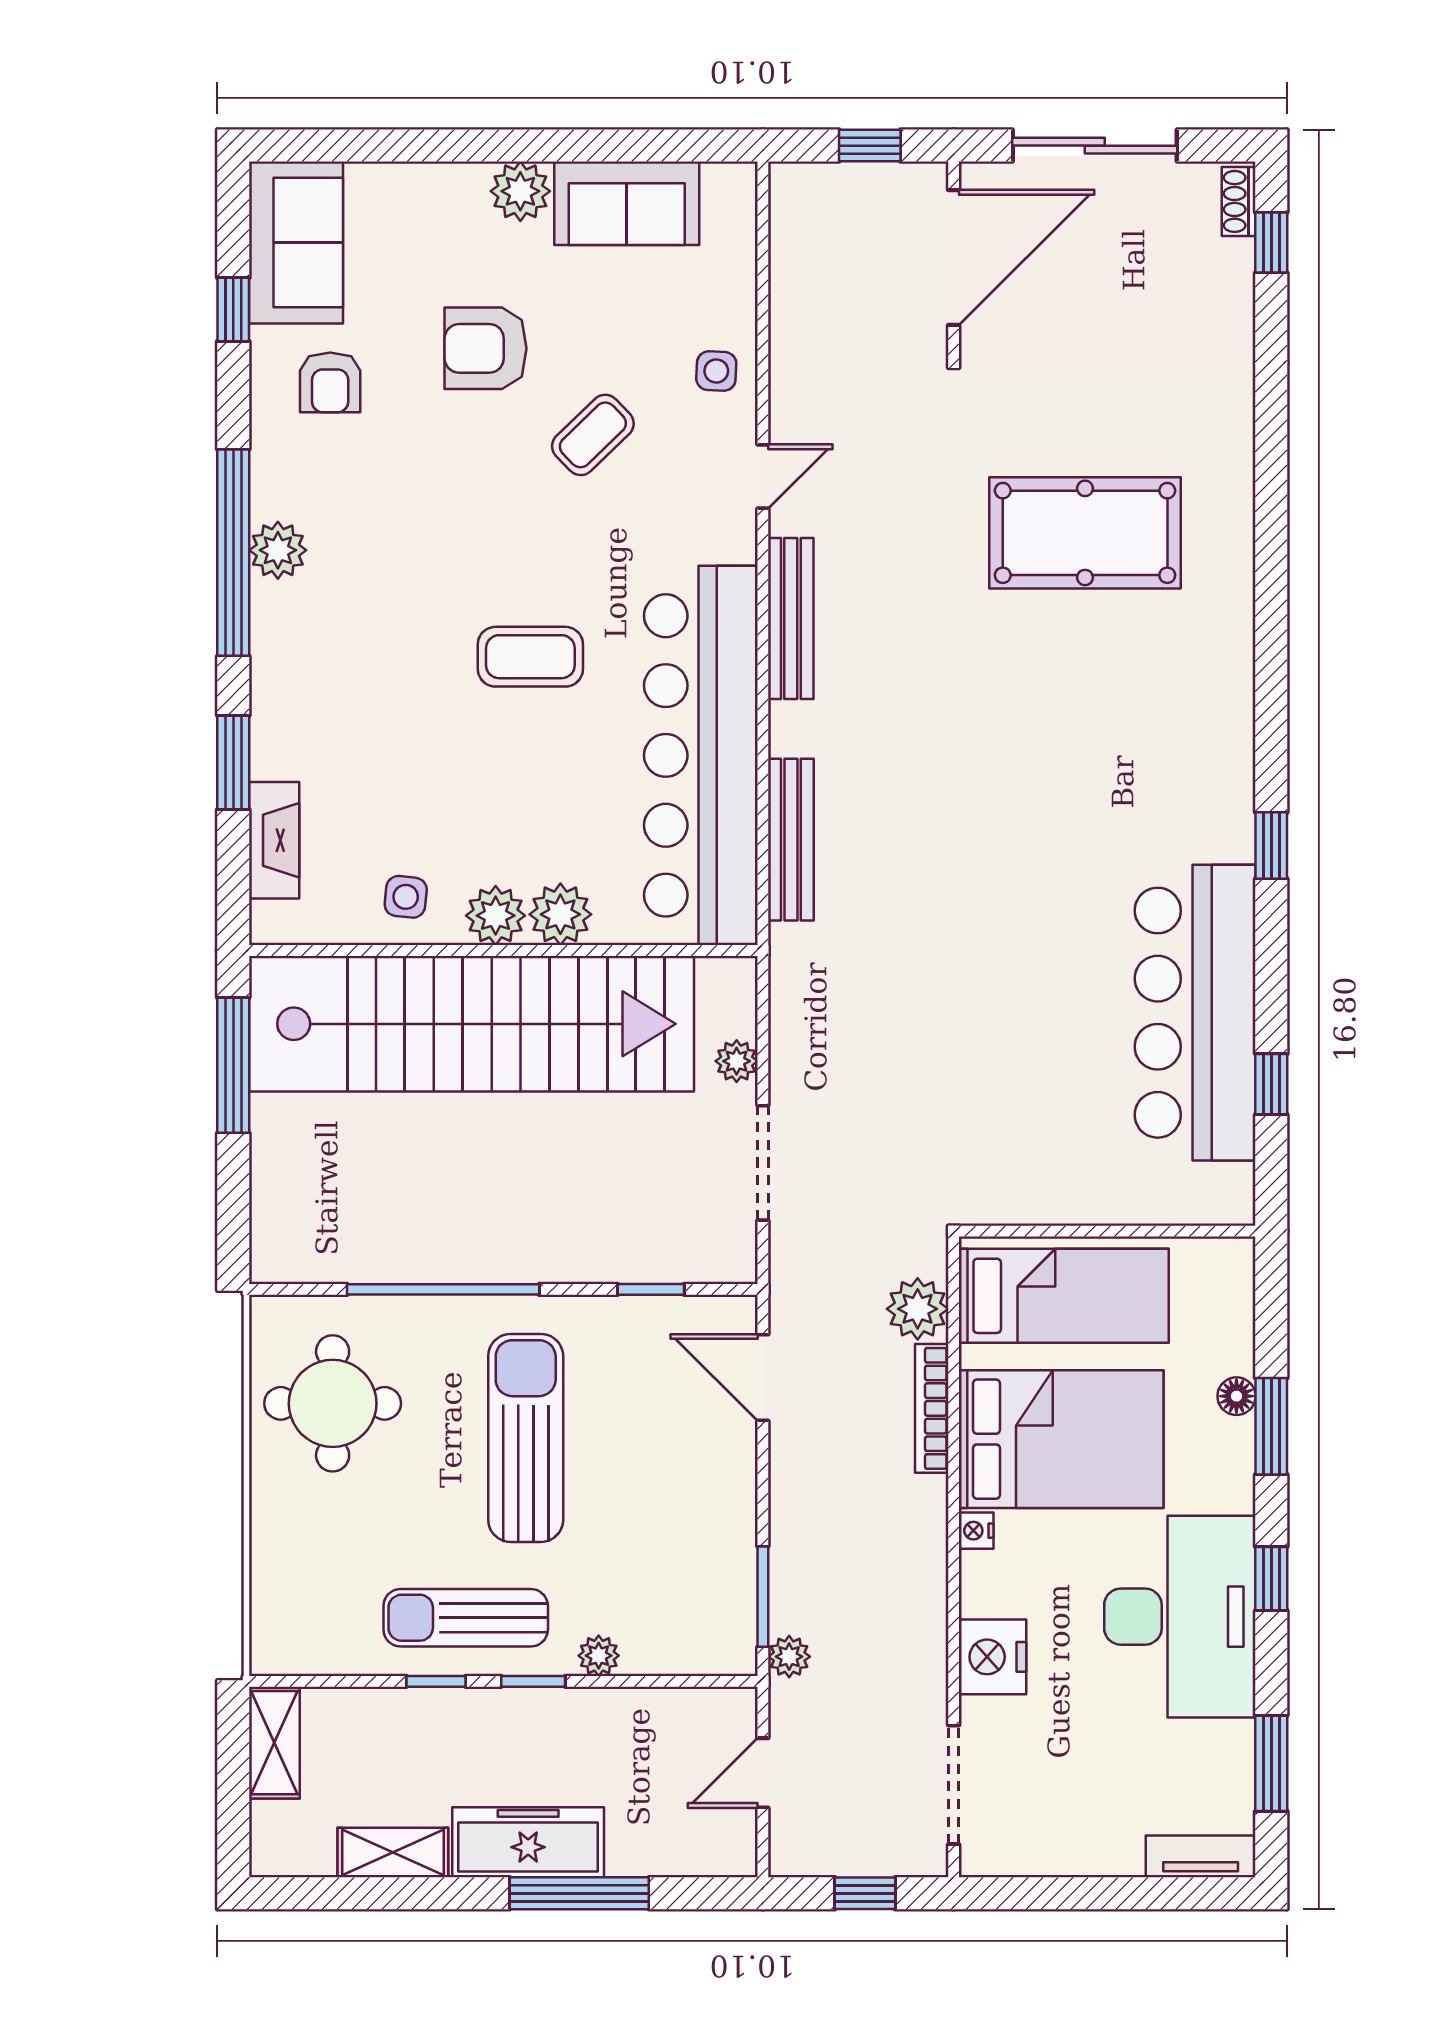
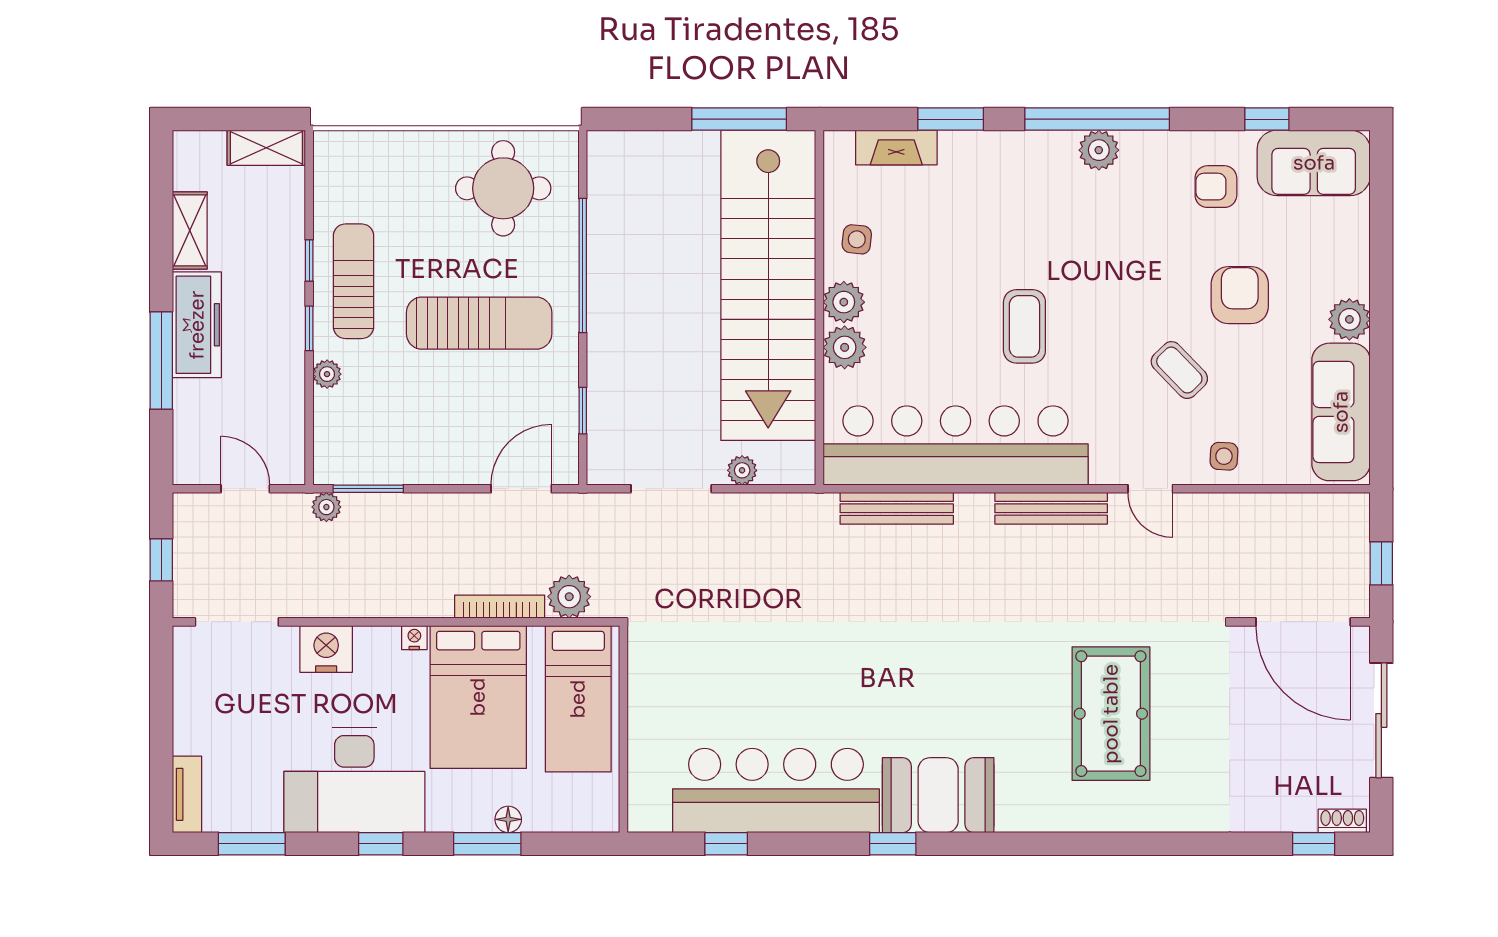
sofa: (627, 203) -> (1341, 412), width x1.36
booth: (1202, 780) -> (938, 795), added

